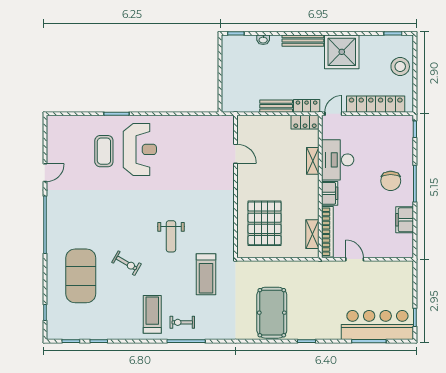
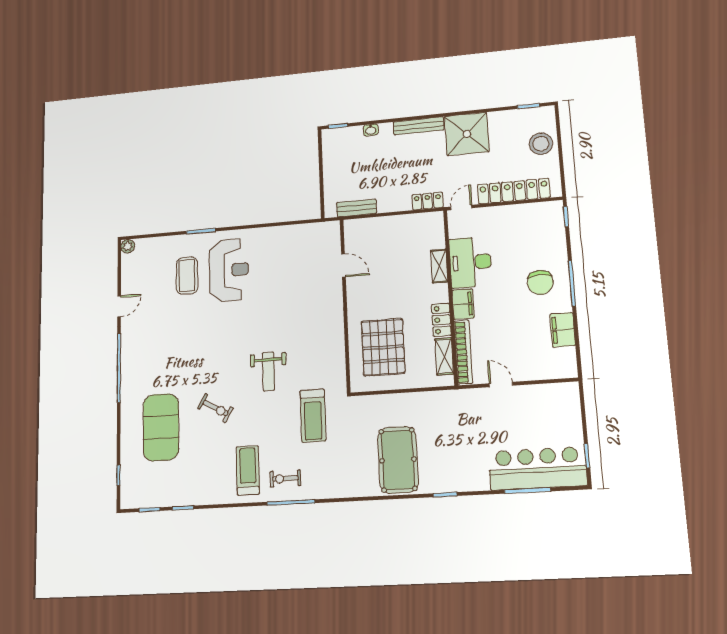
bench: (276, 106) -> (357, 208), moved
plant: (52, 121) -> (128, 246), added
locker: (305, 122) -> (441, 320), moved, turned 90

